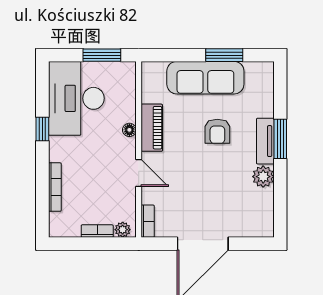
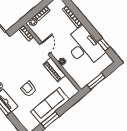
desk: (76, 98) -> (84, 47), moved
window: (42, 129) -> (104, 44), moved
door: (139, 173) -> (45, 48), swing flipped

